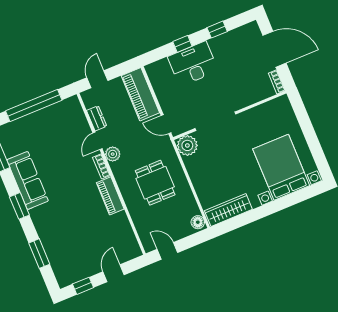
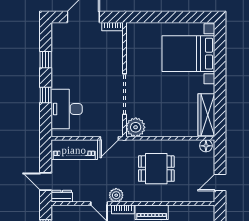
desk: (193, 64) -> (67, 109), moved
dresser: (97, 118) -> (62, 196), moved

